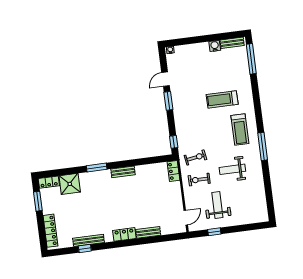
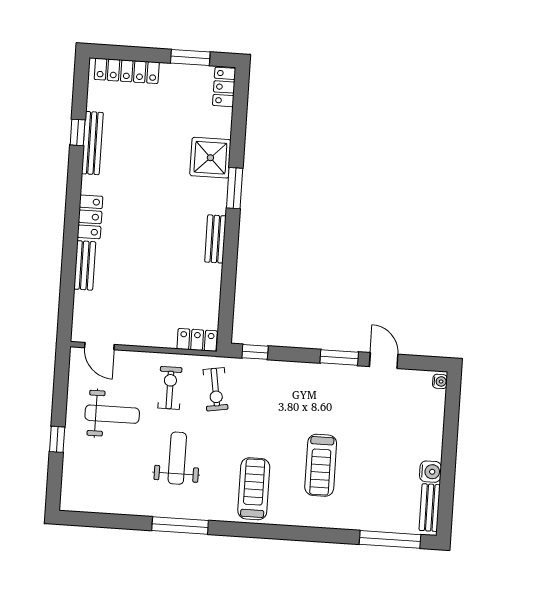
treadmill: (222, 99) -> (321, 465), turned 180
treadmill: (240, 129) -> (254, 489), turned 90
window: (263, 146) -> (180, 525), moved
shower: (70, 184) -> (210, 158), moved
window: (214, 232) -> (57, 439), moved

